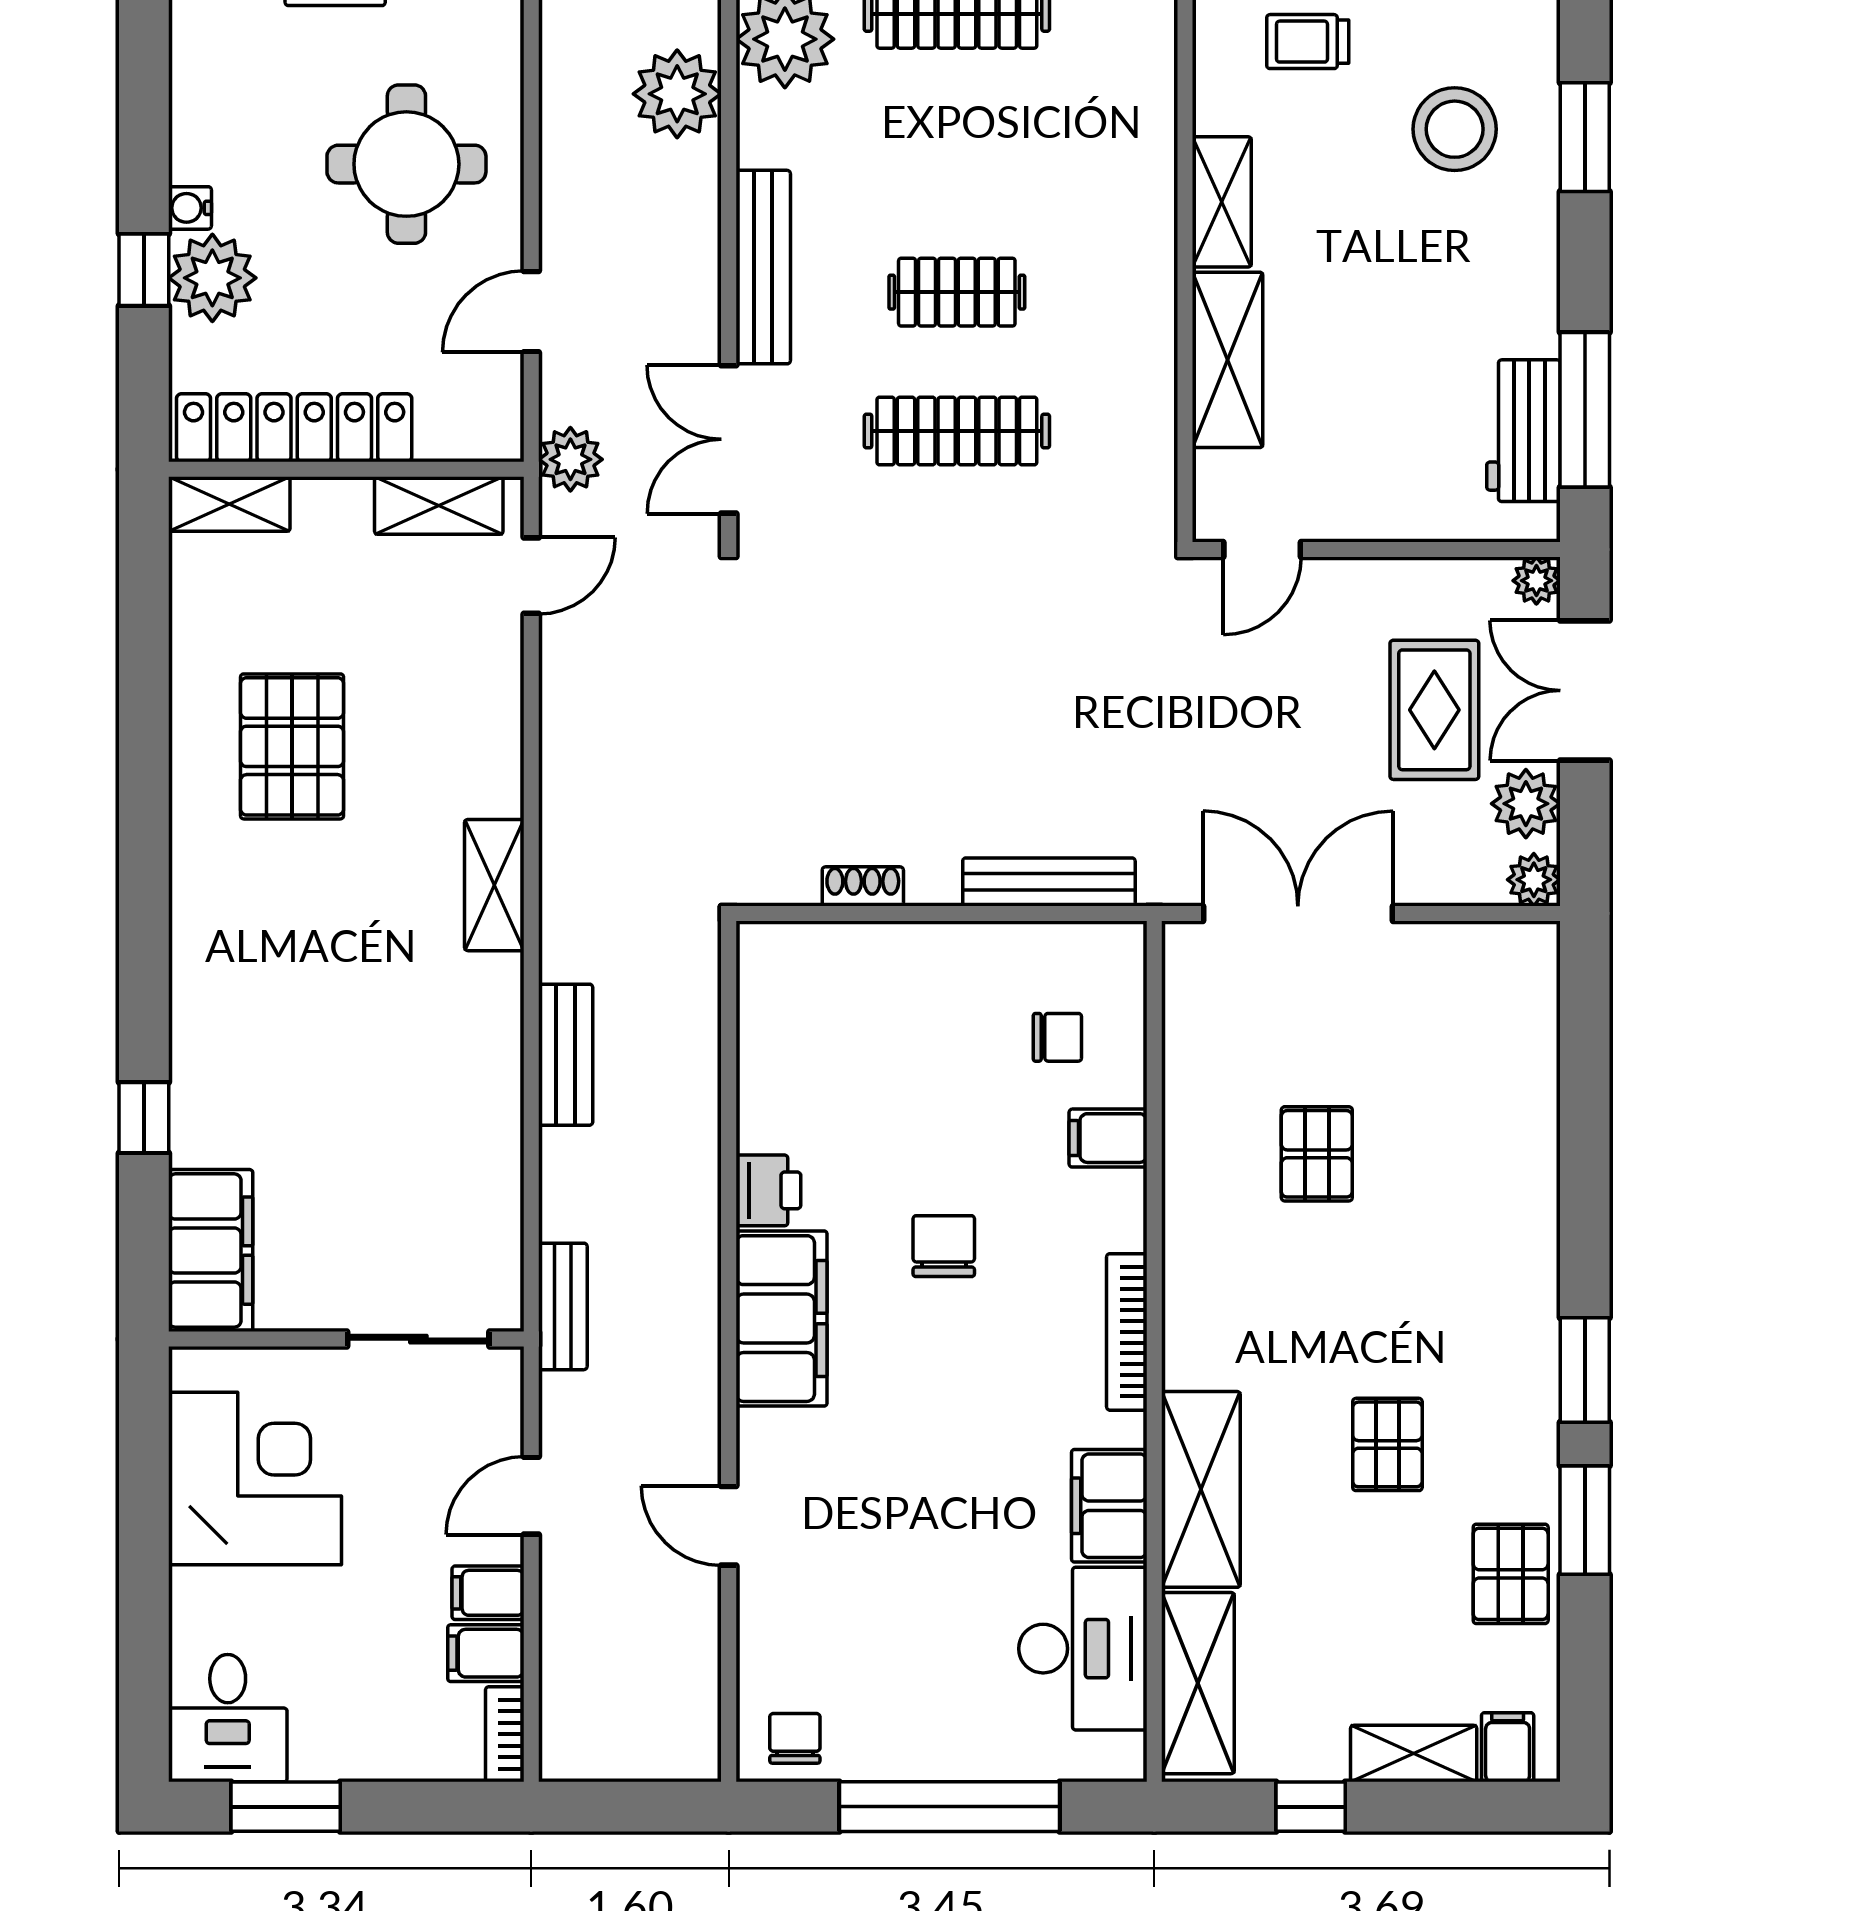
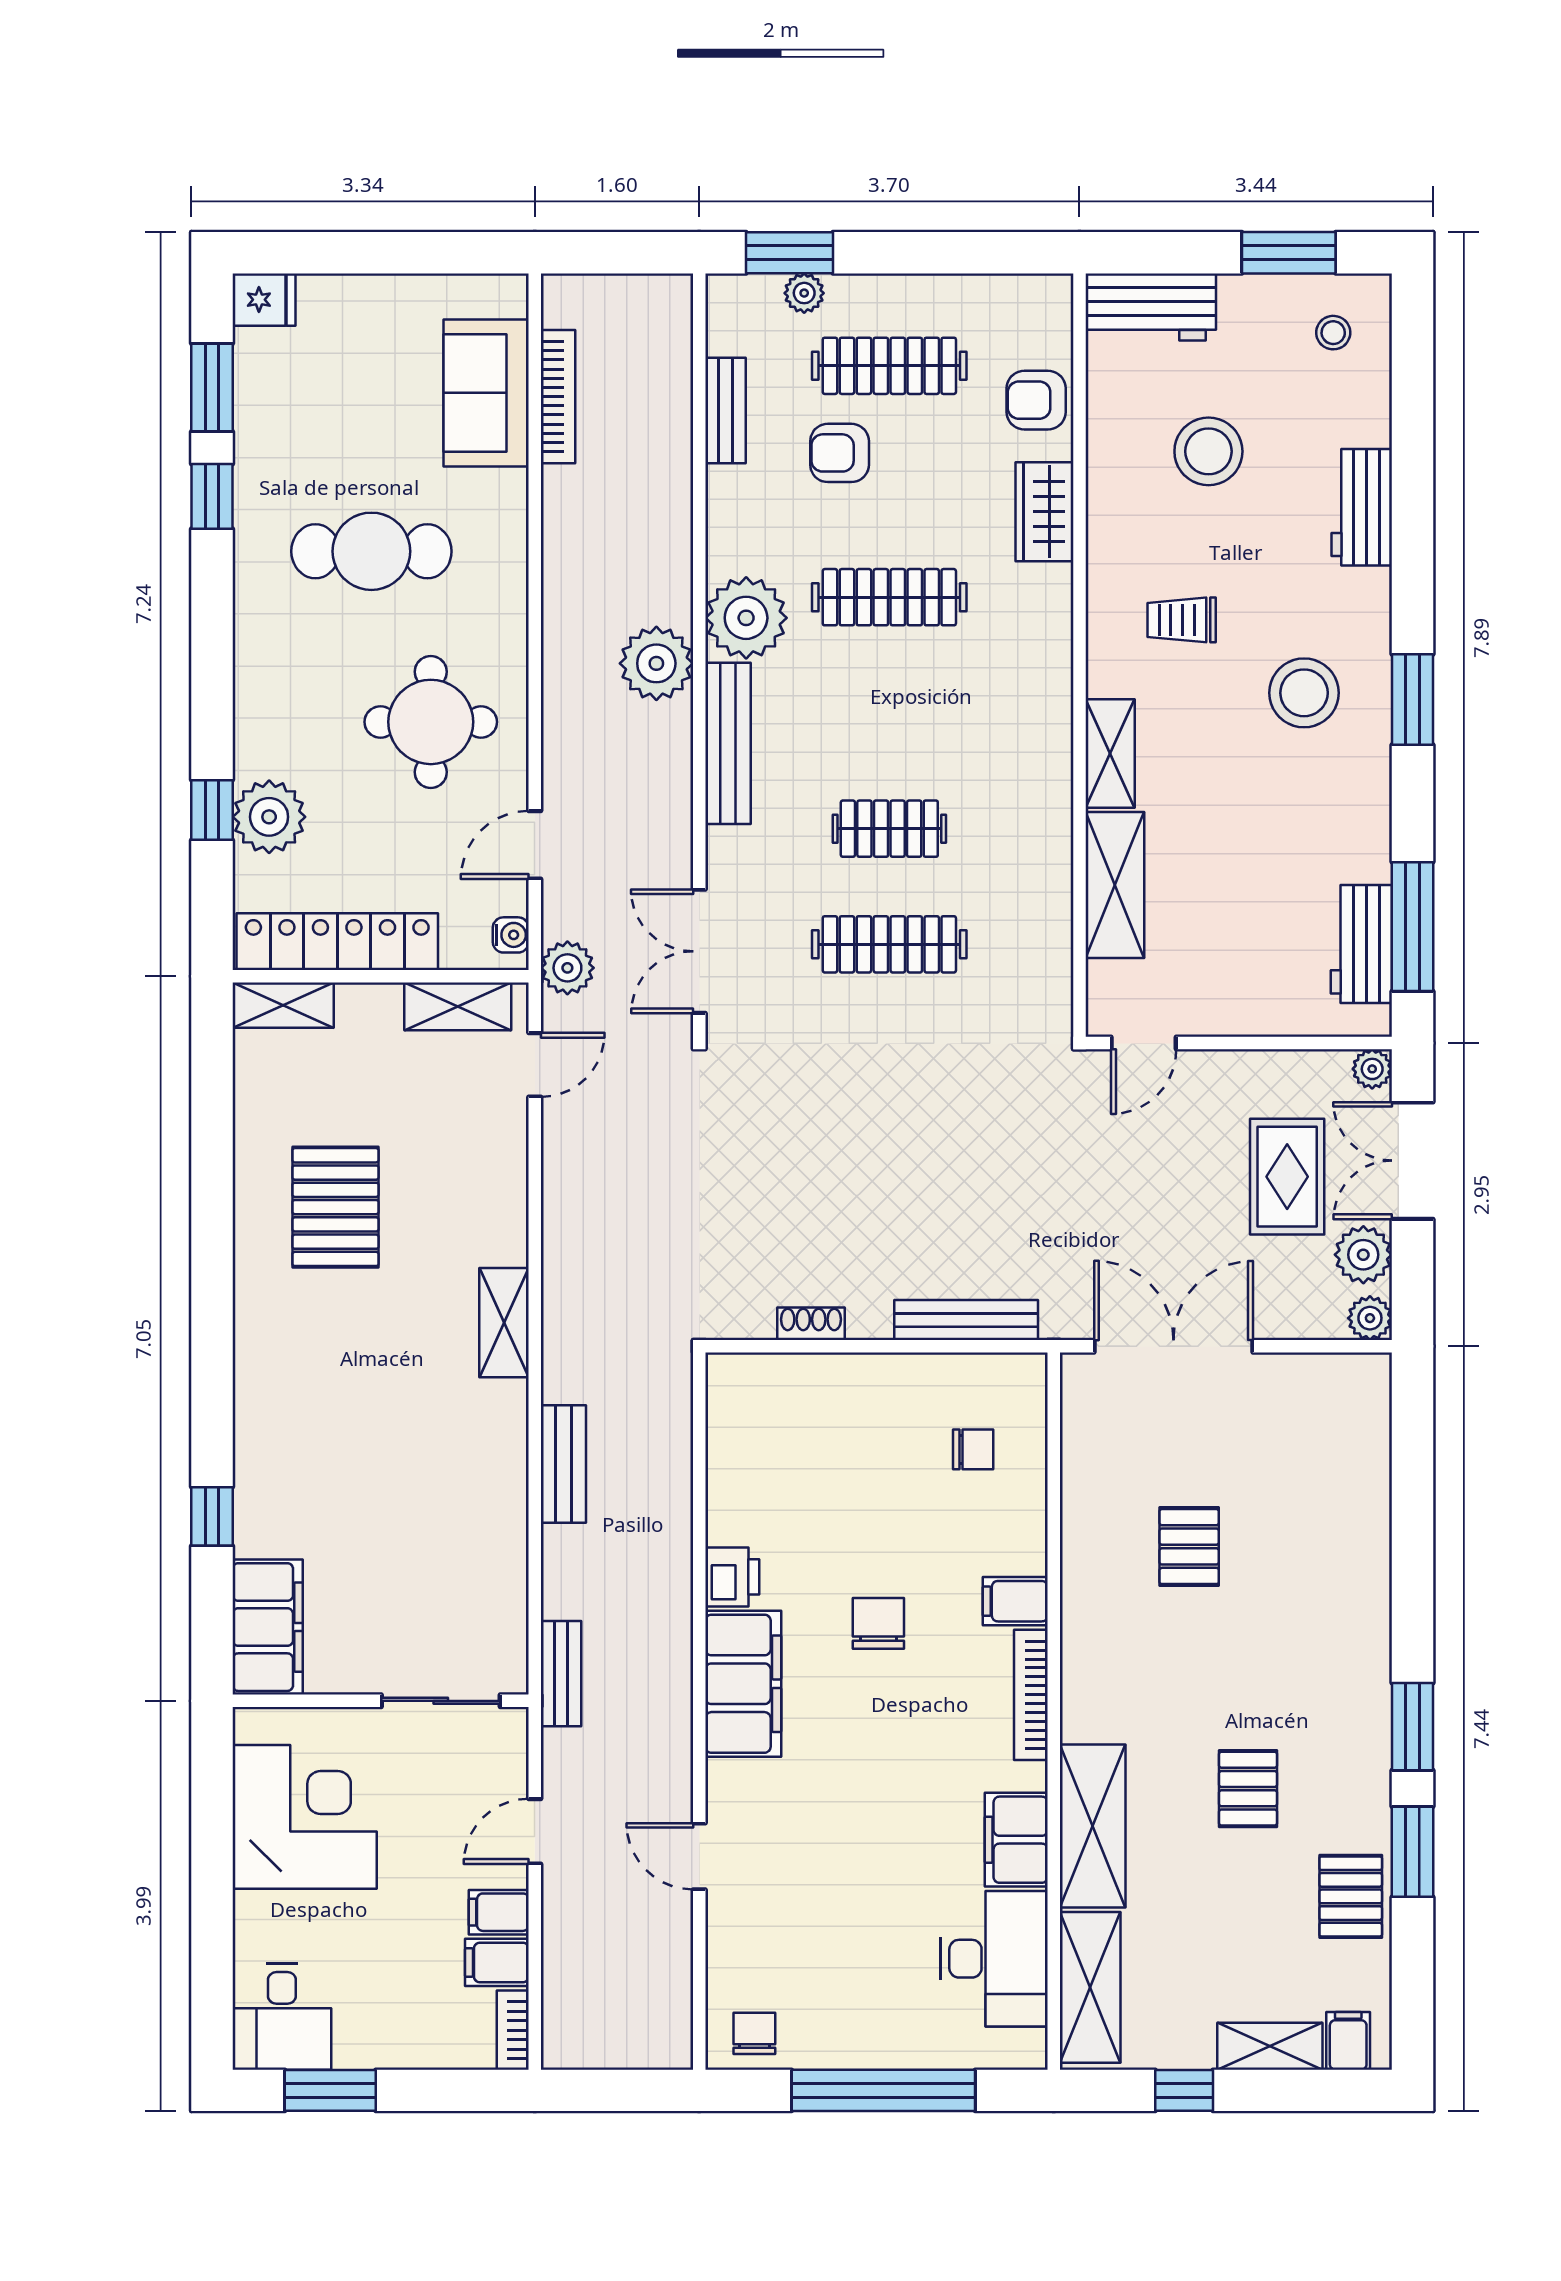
water cooler: (190, 208) -> (511, 935), moved, turned 180
bench: (763, 267) -> (728, 743), moved
filing cabinet: (1108, 1138) -> (1015, 1601), moved

